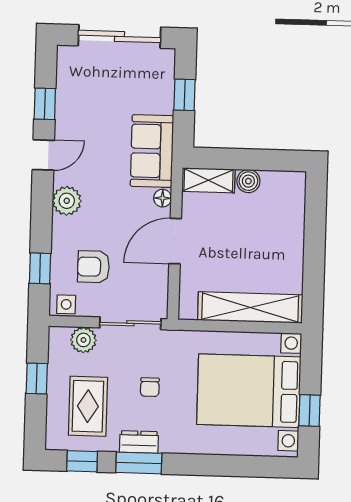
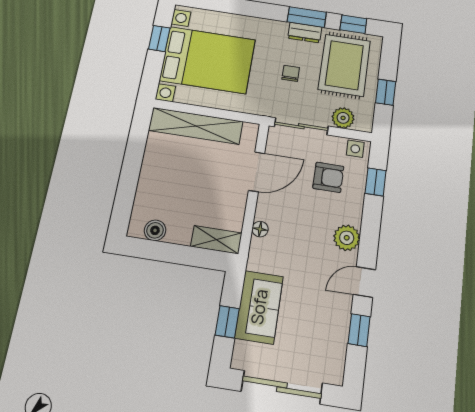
sofa: (152, 151) -> (259, 307), moved
boiler: (248, 181) -> (155, 230), moved
door: (175, 241) -> (257, 172), moved
rug: (88, 406) -> (344, 65), width x1.36, depth x1.43

